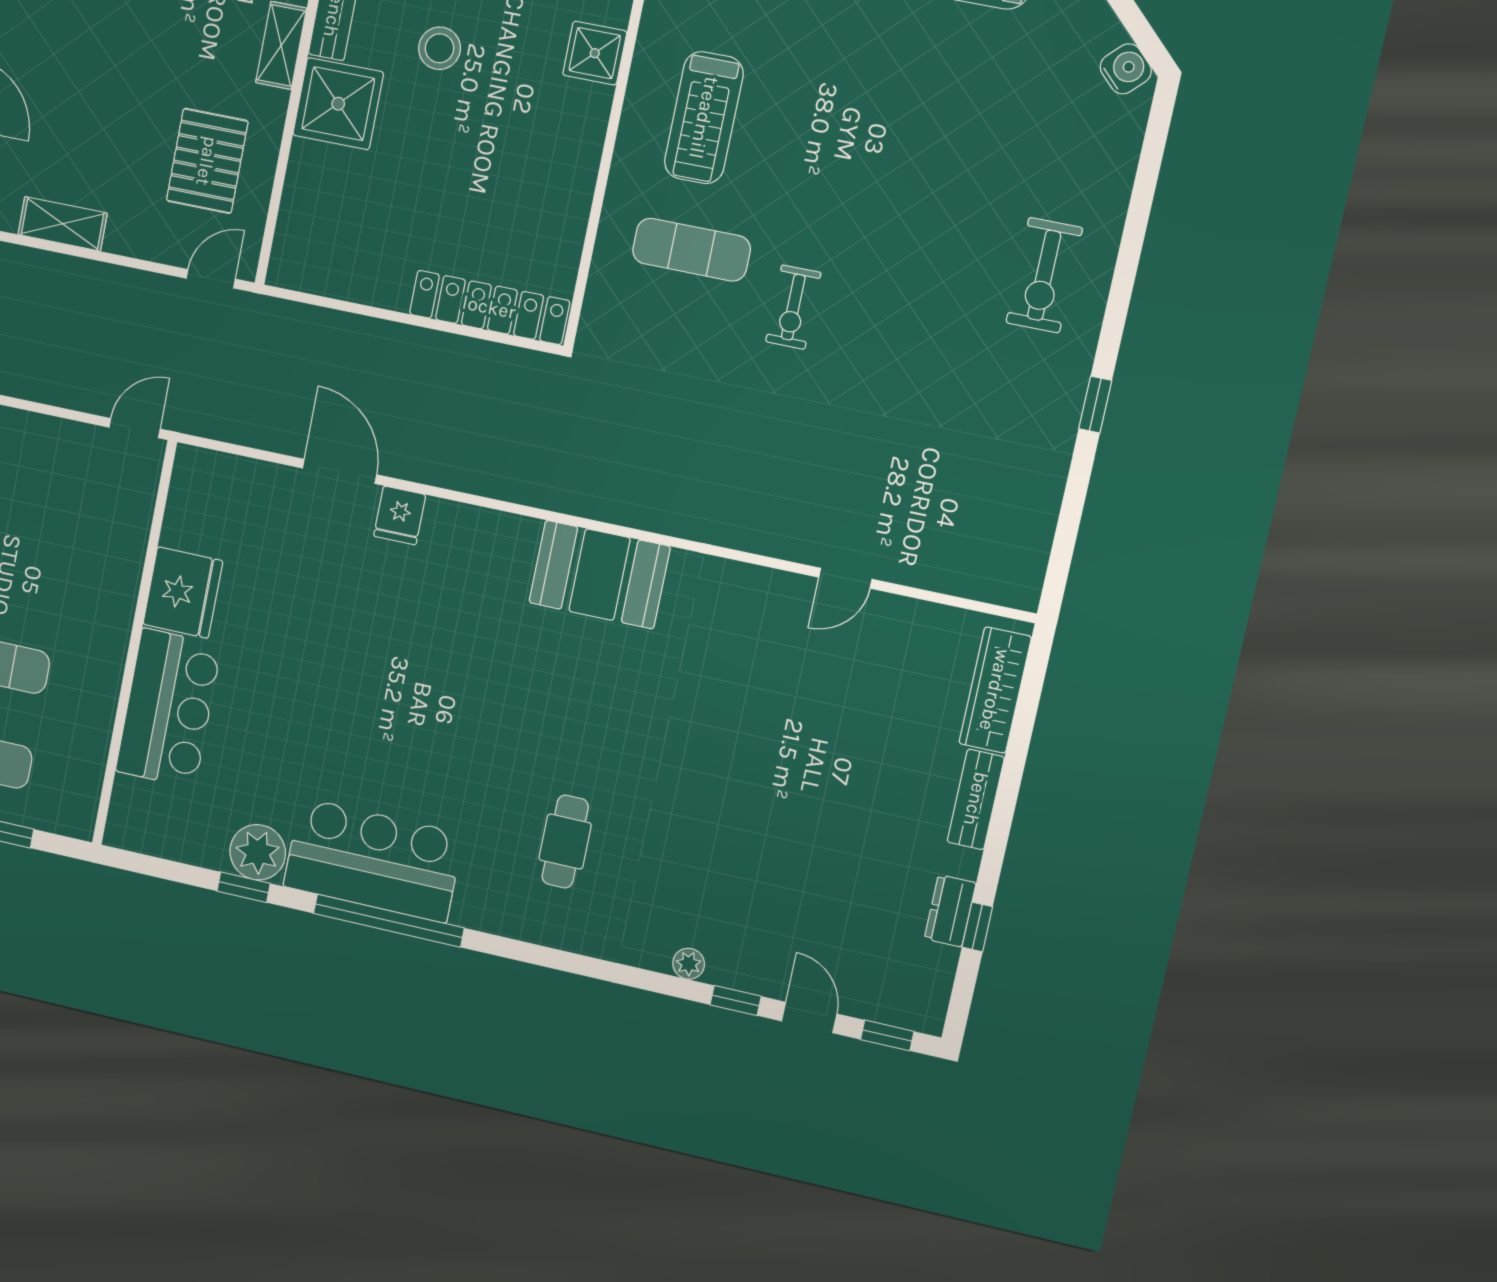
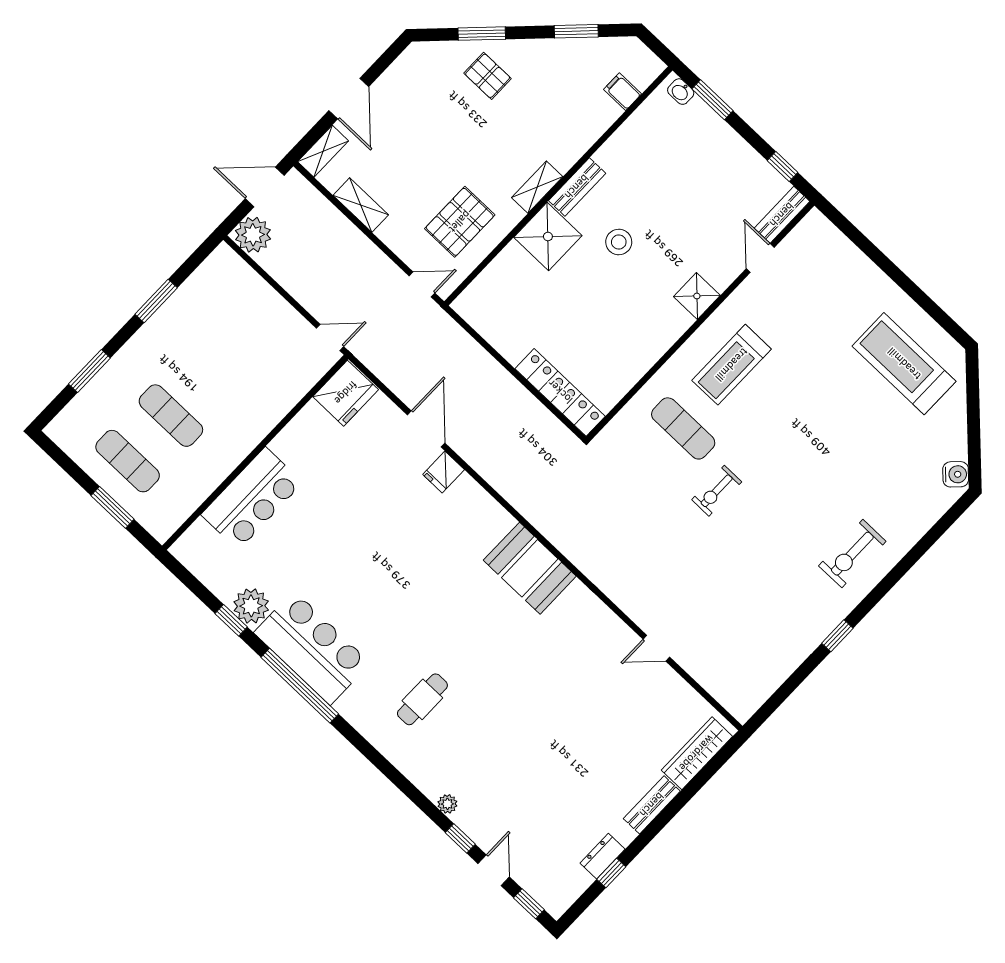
fridge: (183, 593) -> (346, 393), moved

